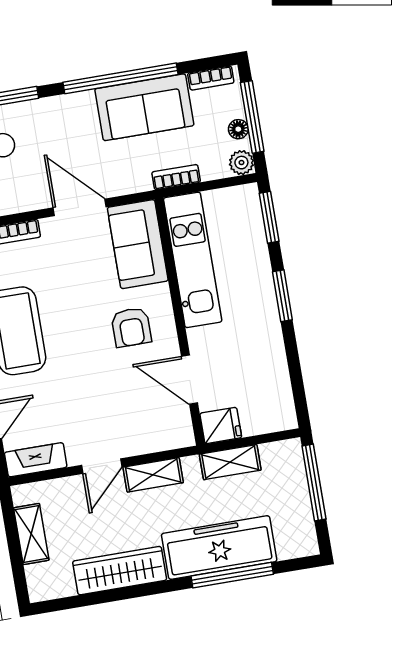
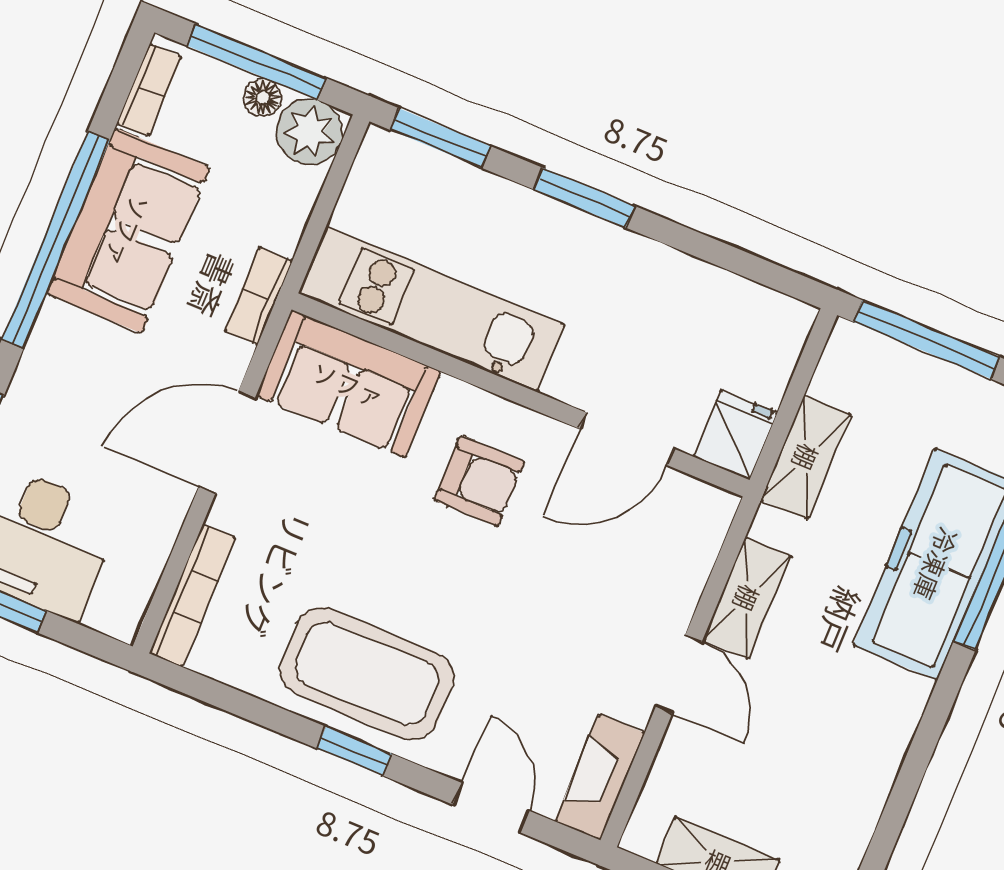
plant: (241, 163) -> (309, 132), width x1.38, depth x1.38
bookcase: (176, 177) -> (258, 296), moved
wardrobe: (120, 571) -> (871, 753), removed

